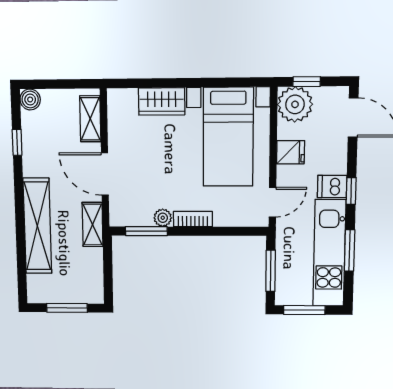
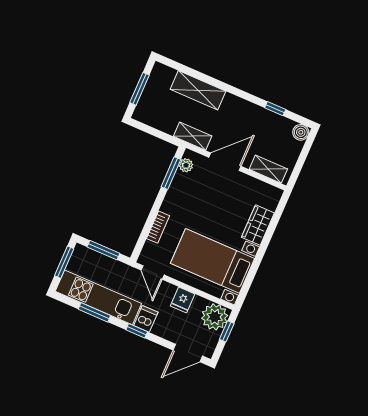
plant: (163, 218) -> (186, 165), moved
bookcase: (193, 219) -> (158, 227), moved
shelving: (37, 226) -> (198, 90), width x0.68

